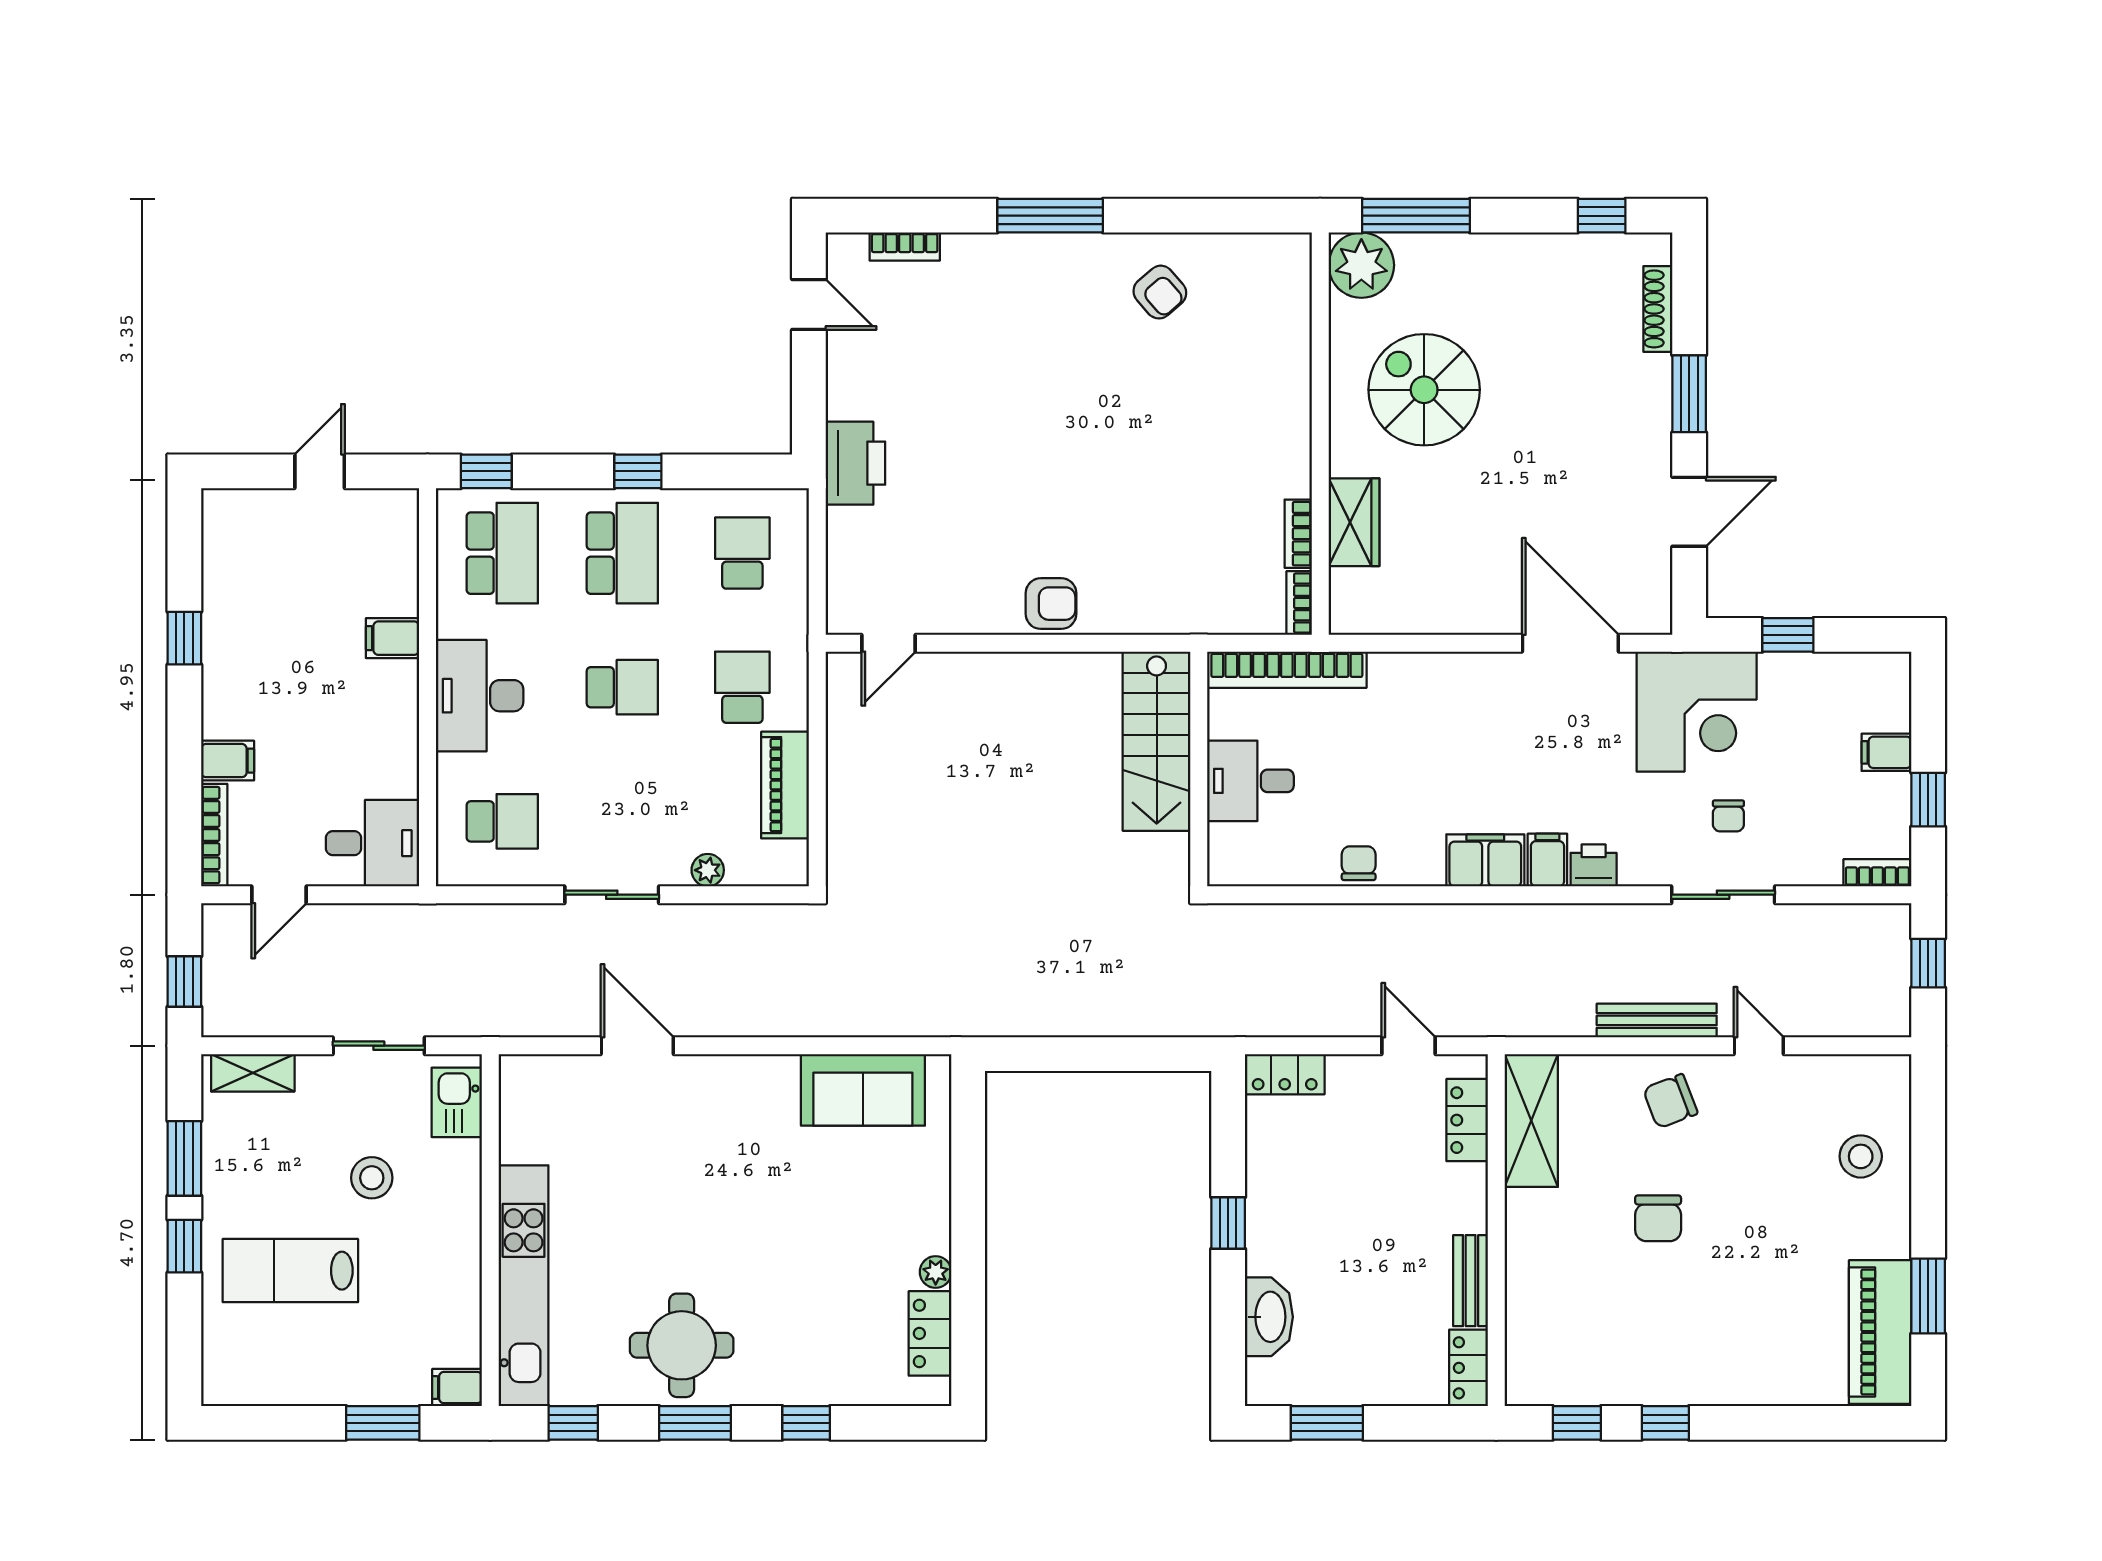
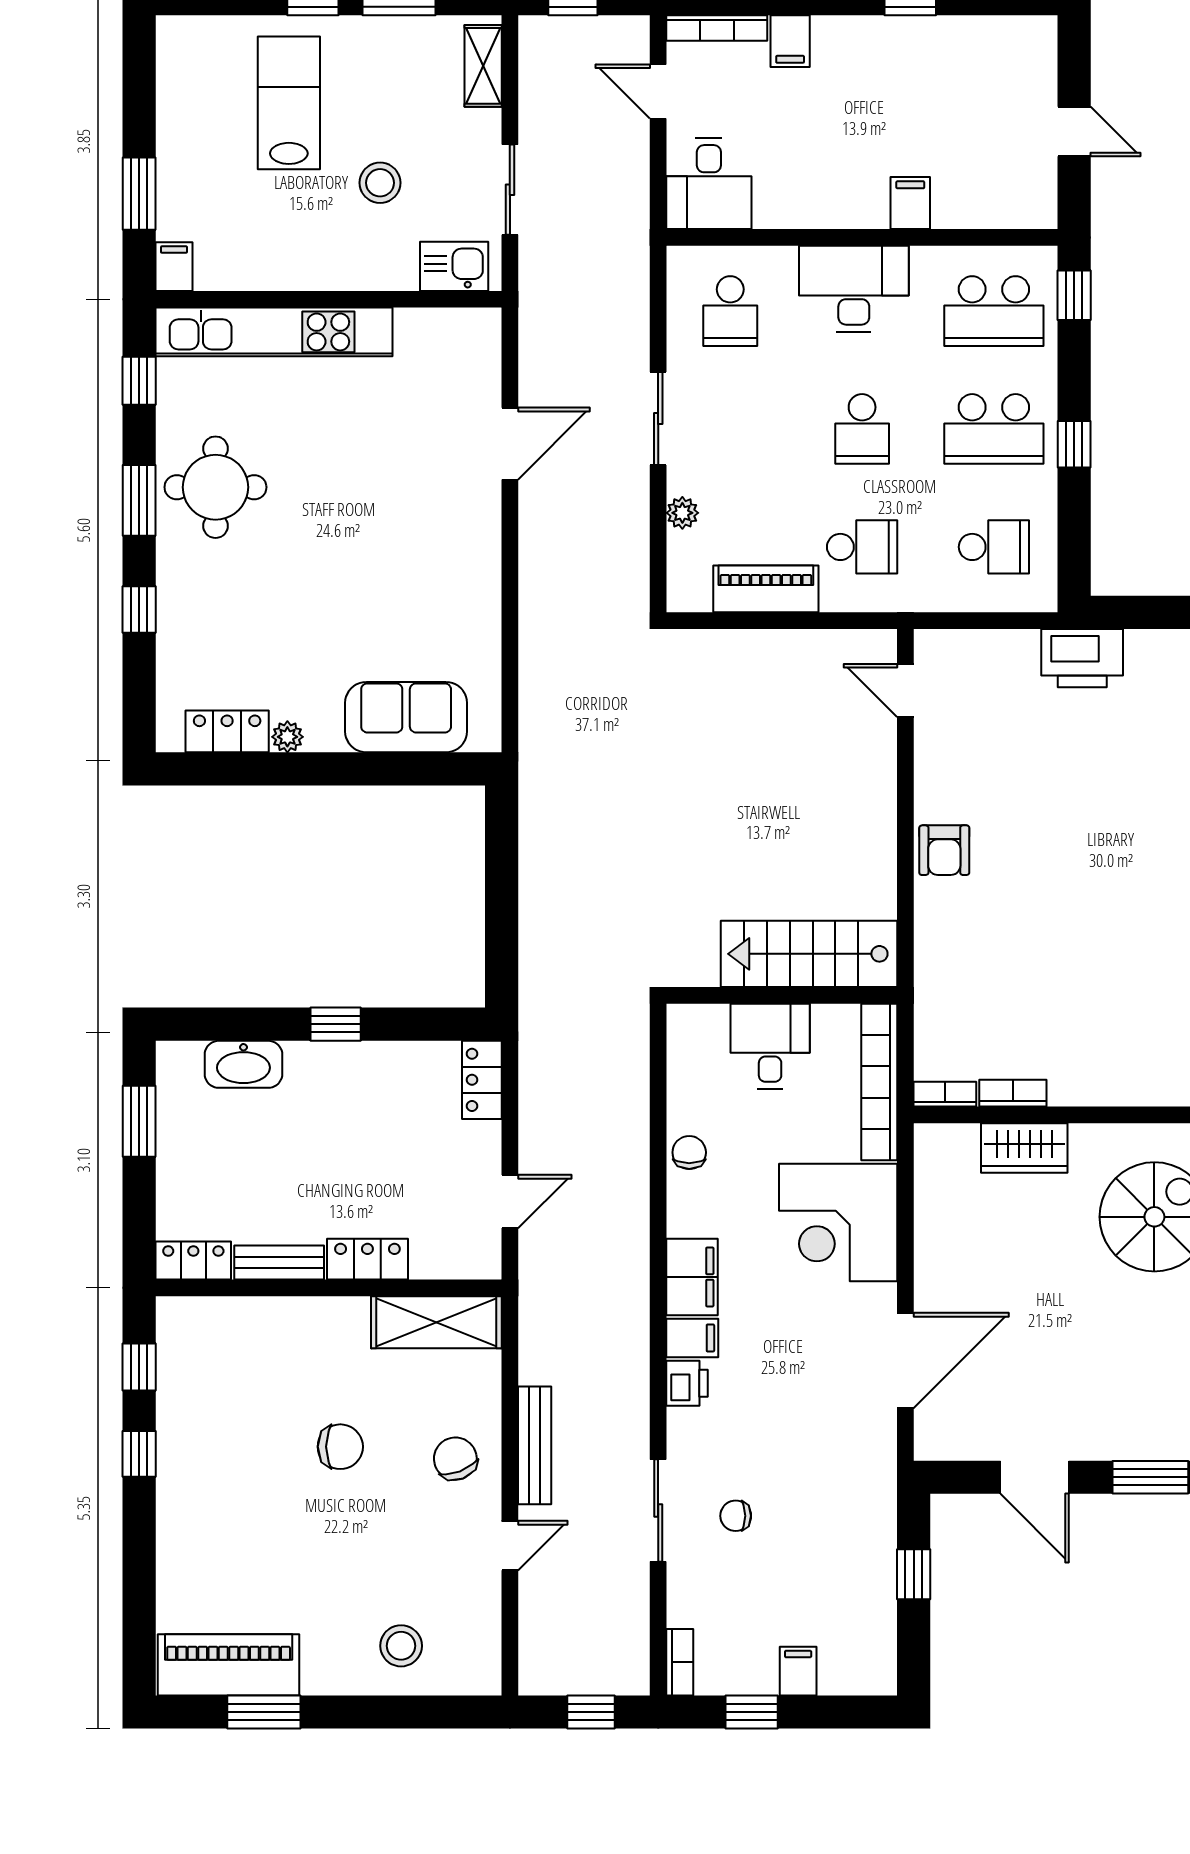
corner desk: (1697, 712) -> (838, 1223), moved
chair: (1359, 863) -> (689, 1152), turned -90
sofa: (863, 1090) -> (406, 717), moved, turned 90
locker: (1467, 1120) -> (367, 1259), moved
chair: (1658, 1218) -> (340, 1447), turned 180

